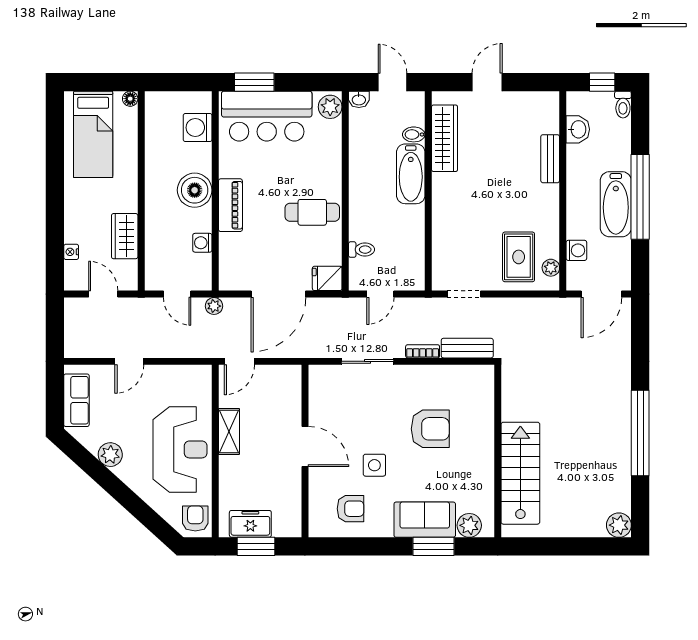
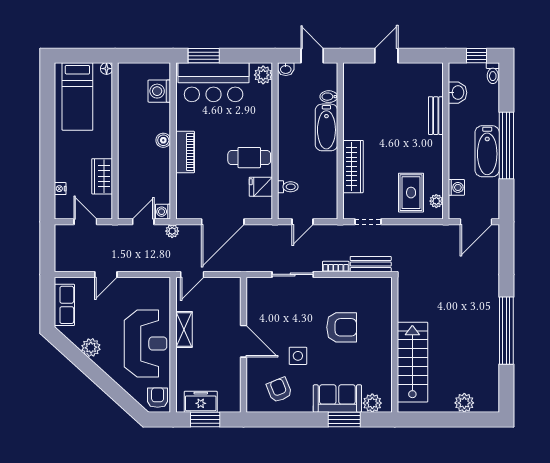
wardrobe: (445, 138) -> (353, 167), moved
boiler: (195, 190) -> (163, 140), width x0.54, depth x0.54
washing machine: (202, 243) -> (163, 212), moved
fridge: (327, 278) -> (261, 187), moved
door: (177, 294) -> (143, 222), swing flipped
armchair: (351, 509) -> (279, 390), turned -112
plant: (619, 525) -> (464, 403), moved

